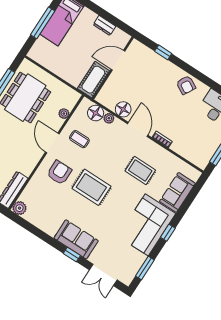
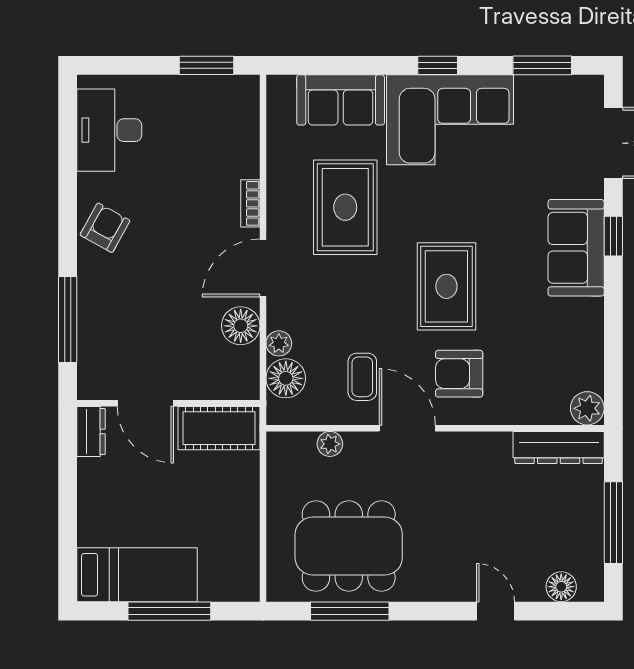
dresser: (104, 25) -> (91, 432), moved
window: (163, 52) -> (68, 319), width x2.17
door: (52, 143) -> (407, 428), swing flipped
rug: (140, 171) -> (345, 207), width x1.36, depth x1.43

